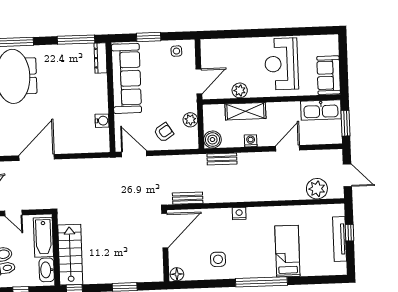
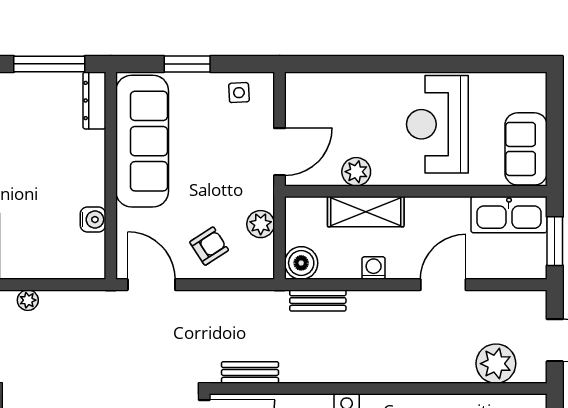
plant: (69, 164) -> (28, 300), added

